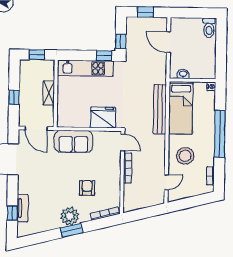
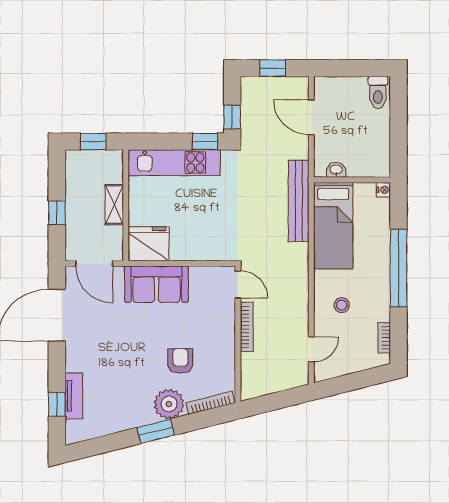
bench: (160, 109) -> (299, 201), moved
fridge: (103, 117) -> (149, 244), moved
stool: (185, 156) -> (342, 305), width x0.53, depth x0.53
plant: (70, 216) -> (169, 404), moved

